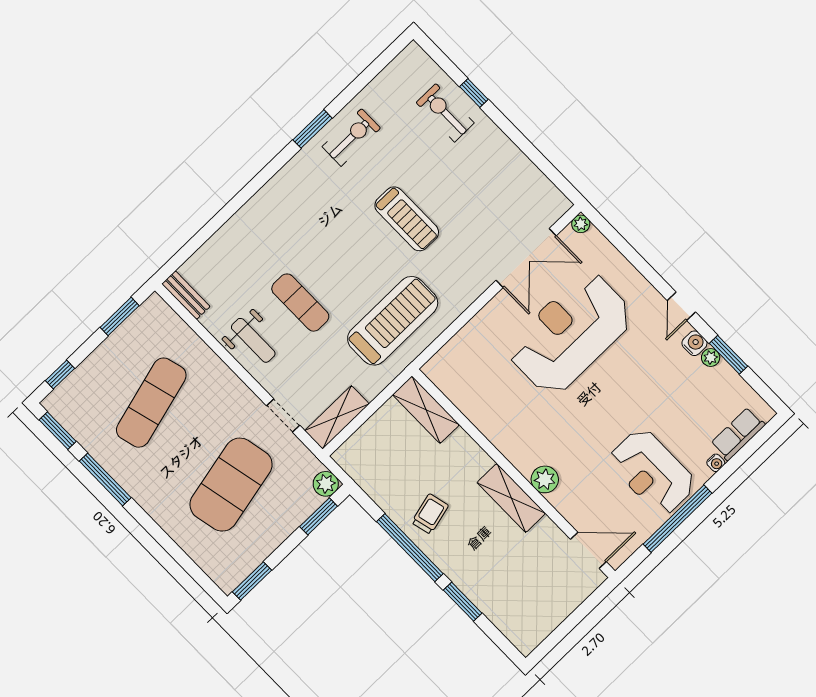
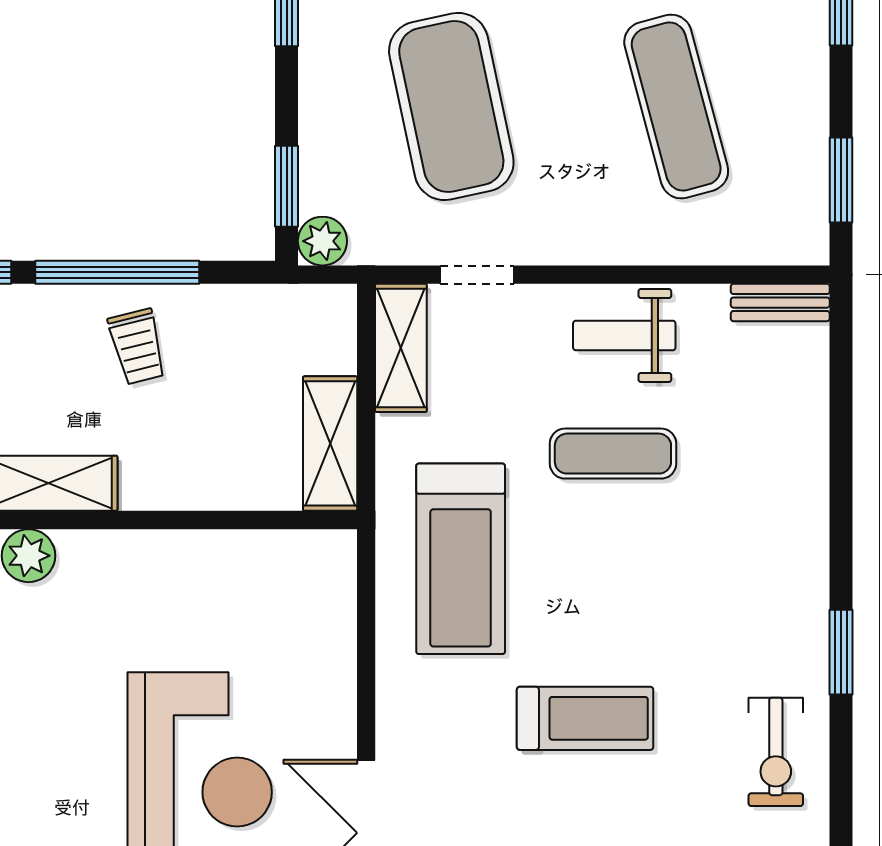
window: (312, 129) -> (841, 652), moved
treadmill: (407, 219) -> (585, 718), turned 180
shelving: (426, 410) -> (330, 443), moved, turned 90

